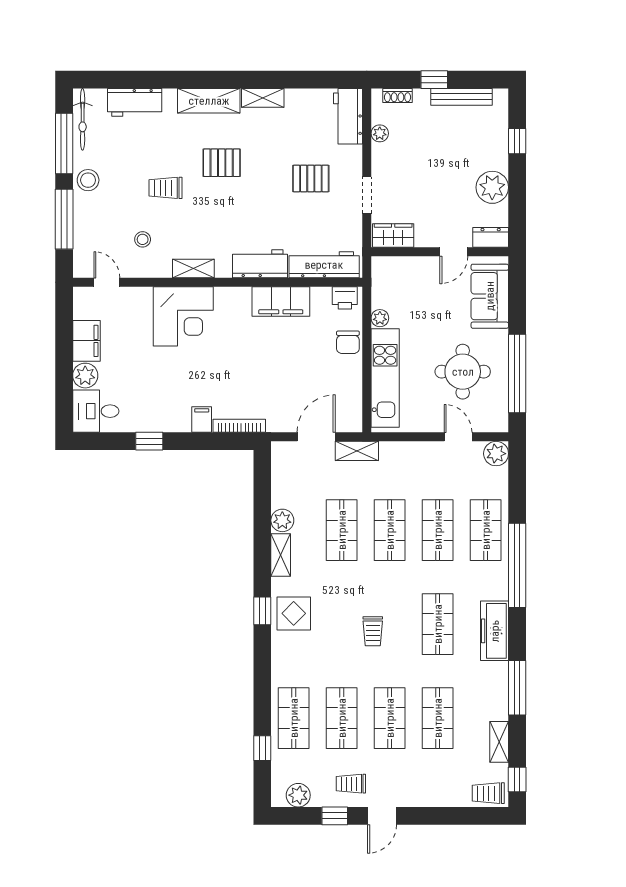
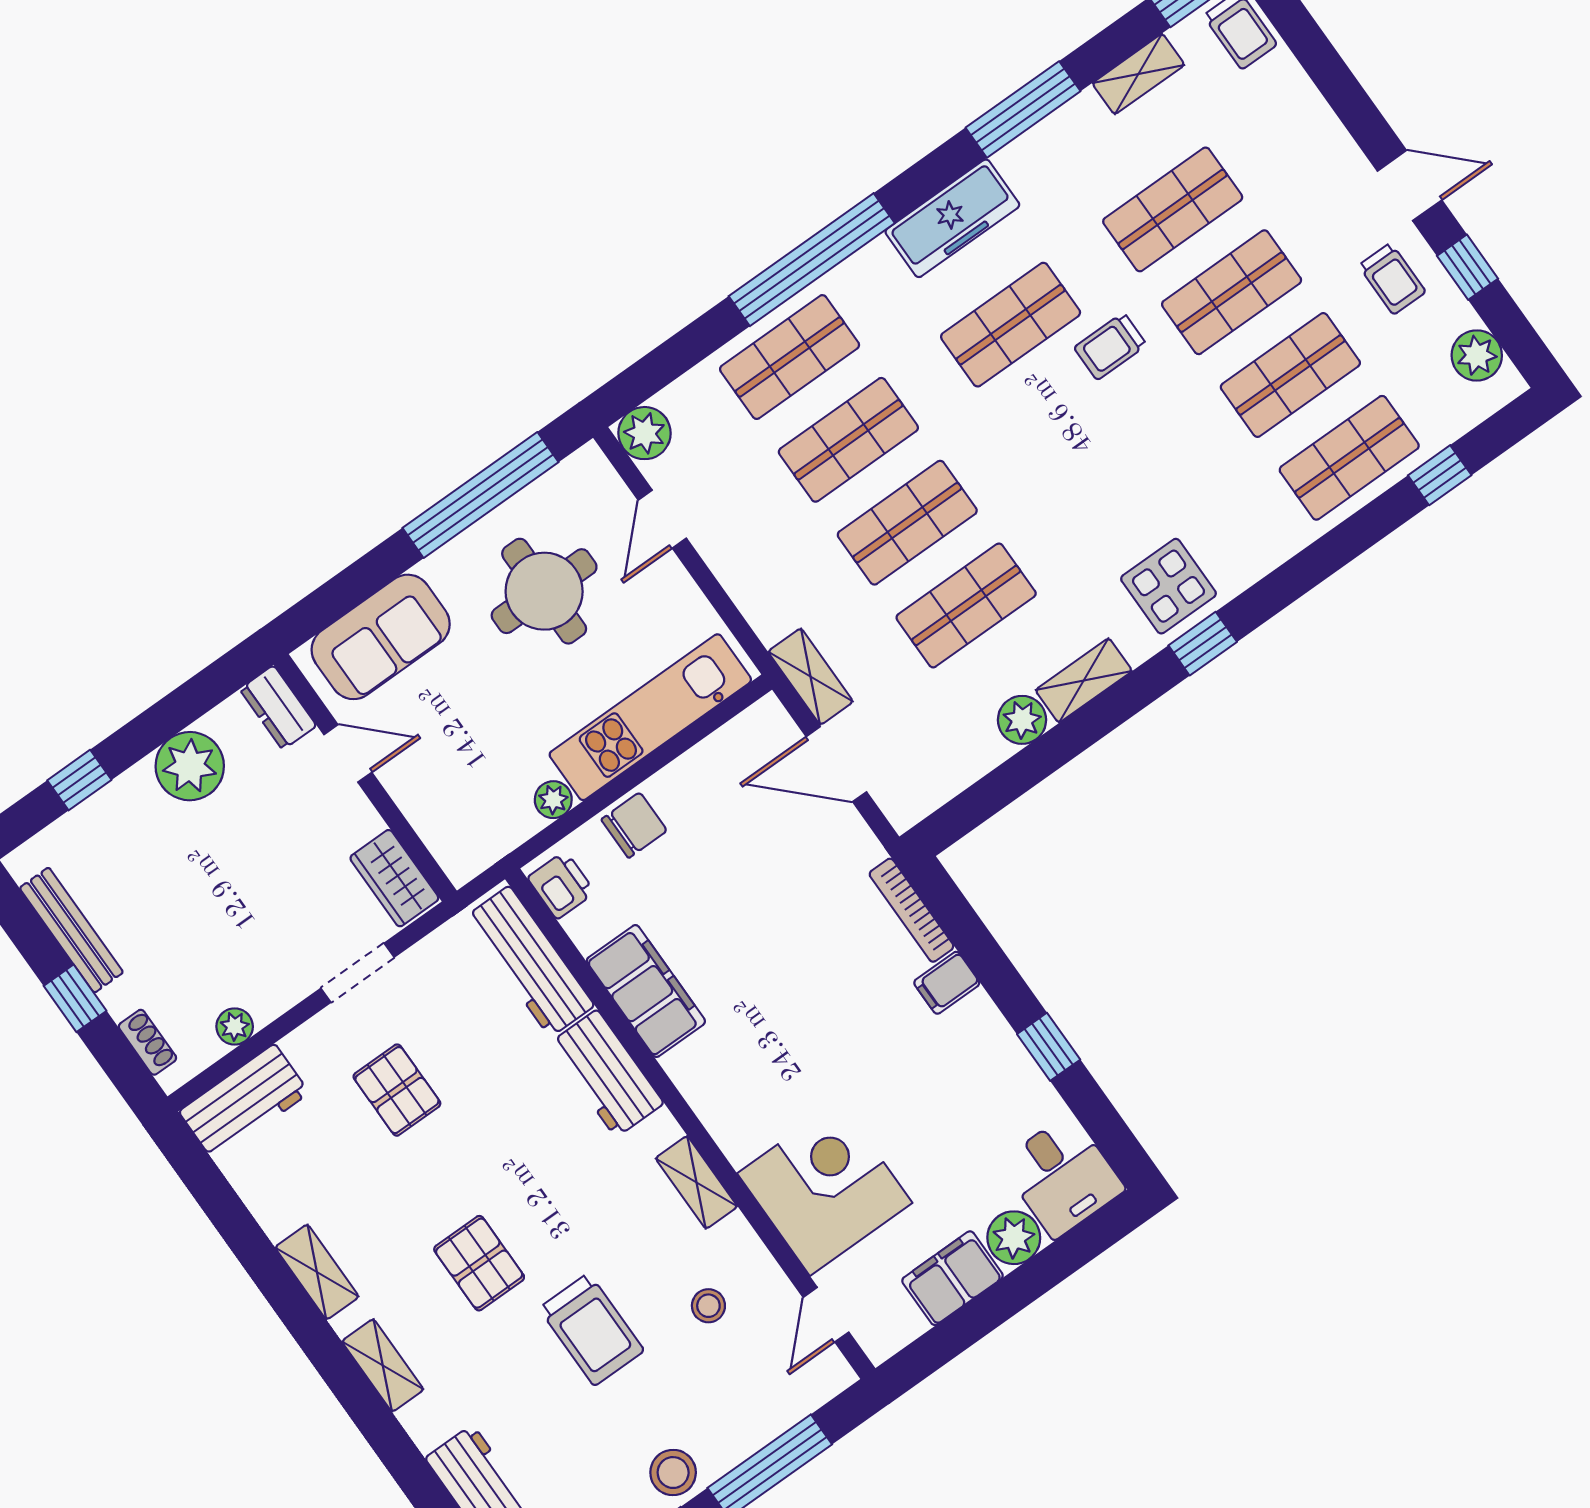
shelving: (209, 101) -> (383, 1365), width x0.67, depth x0.75
trolley: (165, 188) -> (591, 1329), width x1.36, depth x1.39
corner desk: (183, 316) -> (825, 1188), moved
trolley: (373, 631) -> (1110, 346), moved, turned 180

